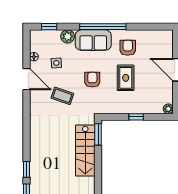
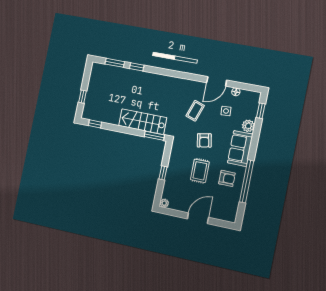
window: (103, 27) -> (247, 181), moved
rug: (126, 78) -> (200, 171), turned 90
armchair: (92, 80) -> (204, 140), turned 79

